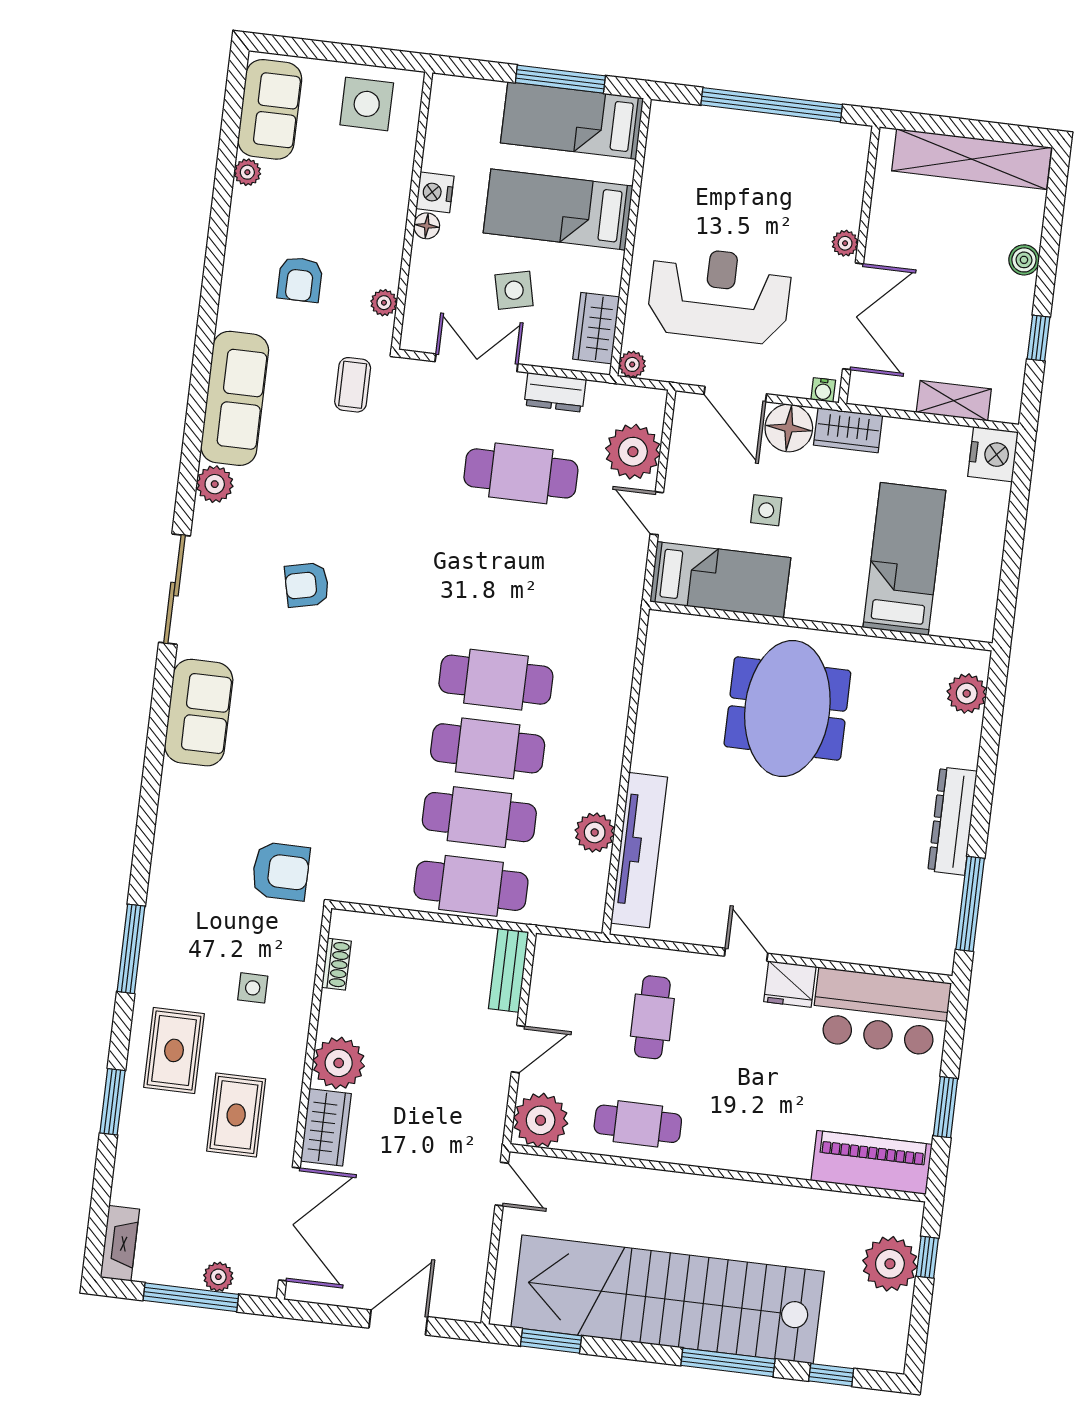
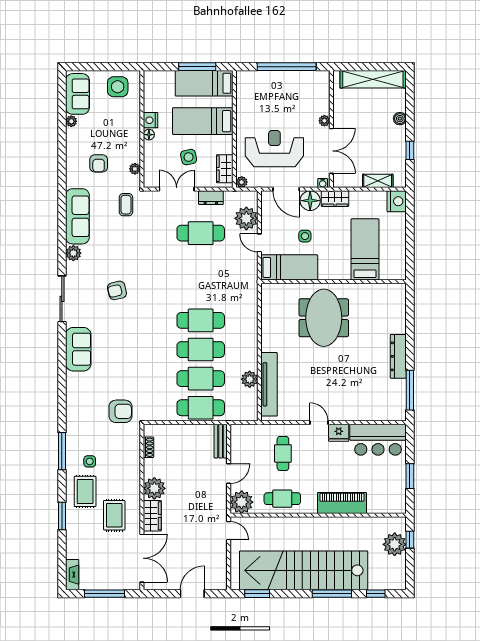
plant: (967, 694) -> (398, 302), removed
side table: (253, 988) -> (90, 461), moved
piano: (871, 1163) -> (342, 503), moved
plant: (218, 1277) -> (115, 584), removed

